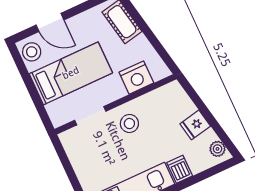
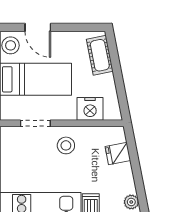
fridge: (195, 125) -> (118, 154), moved

